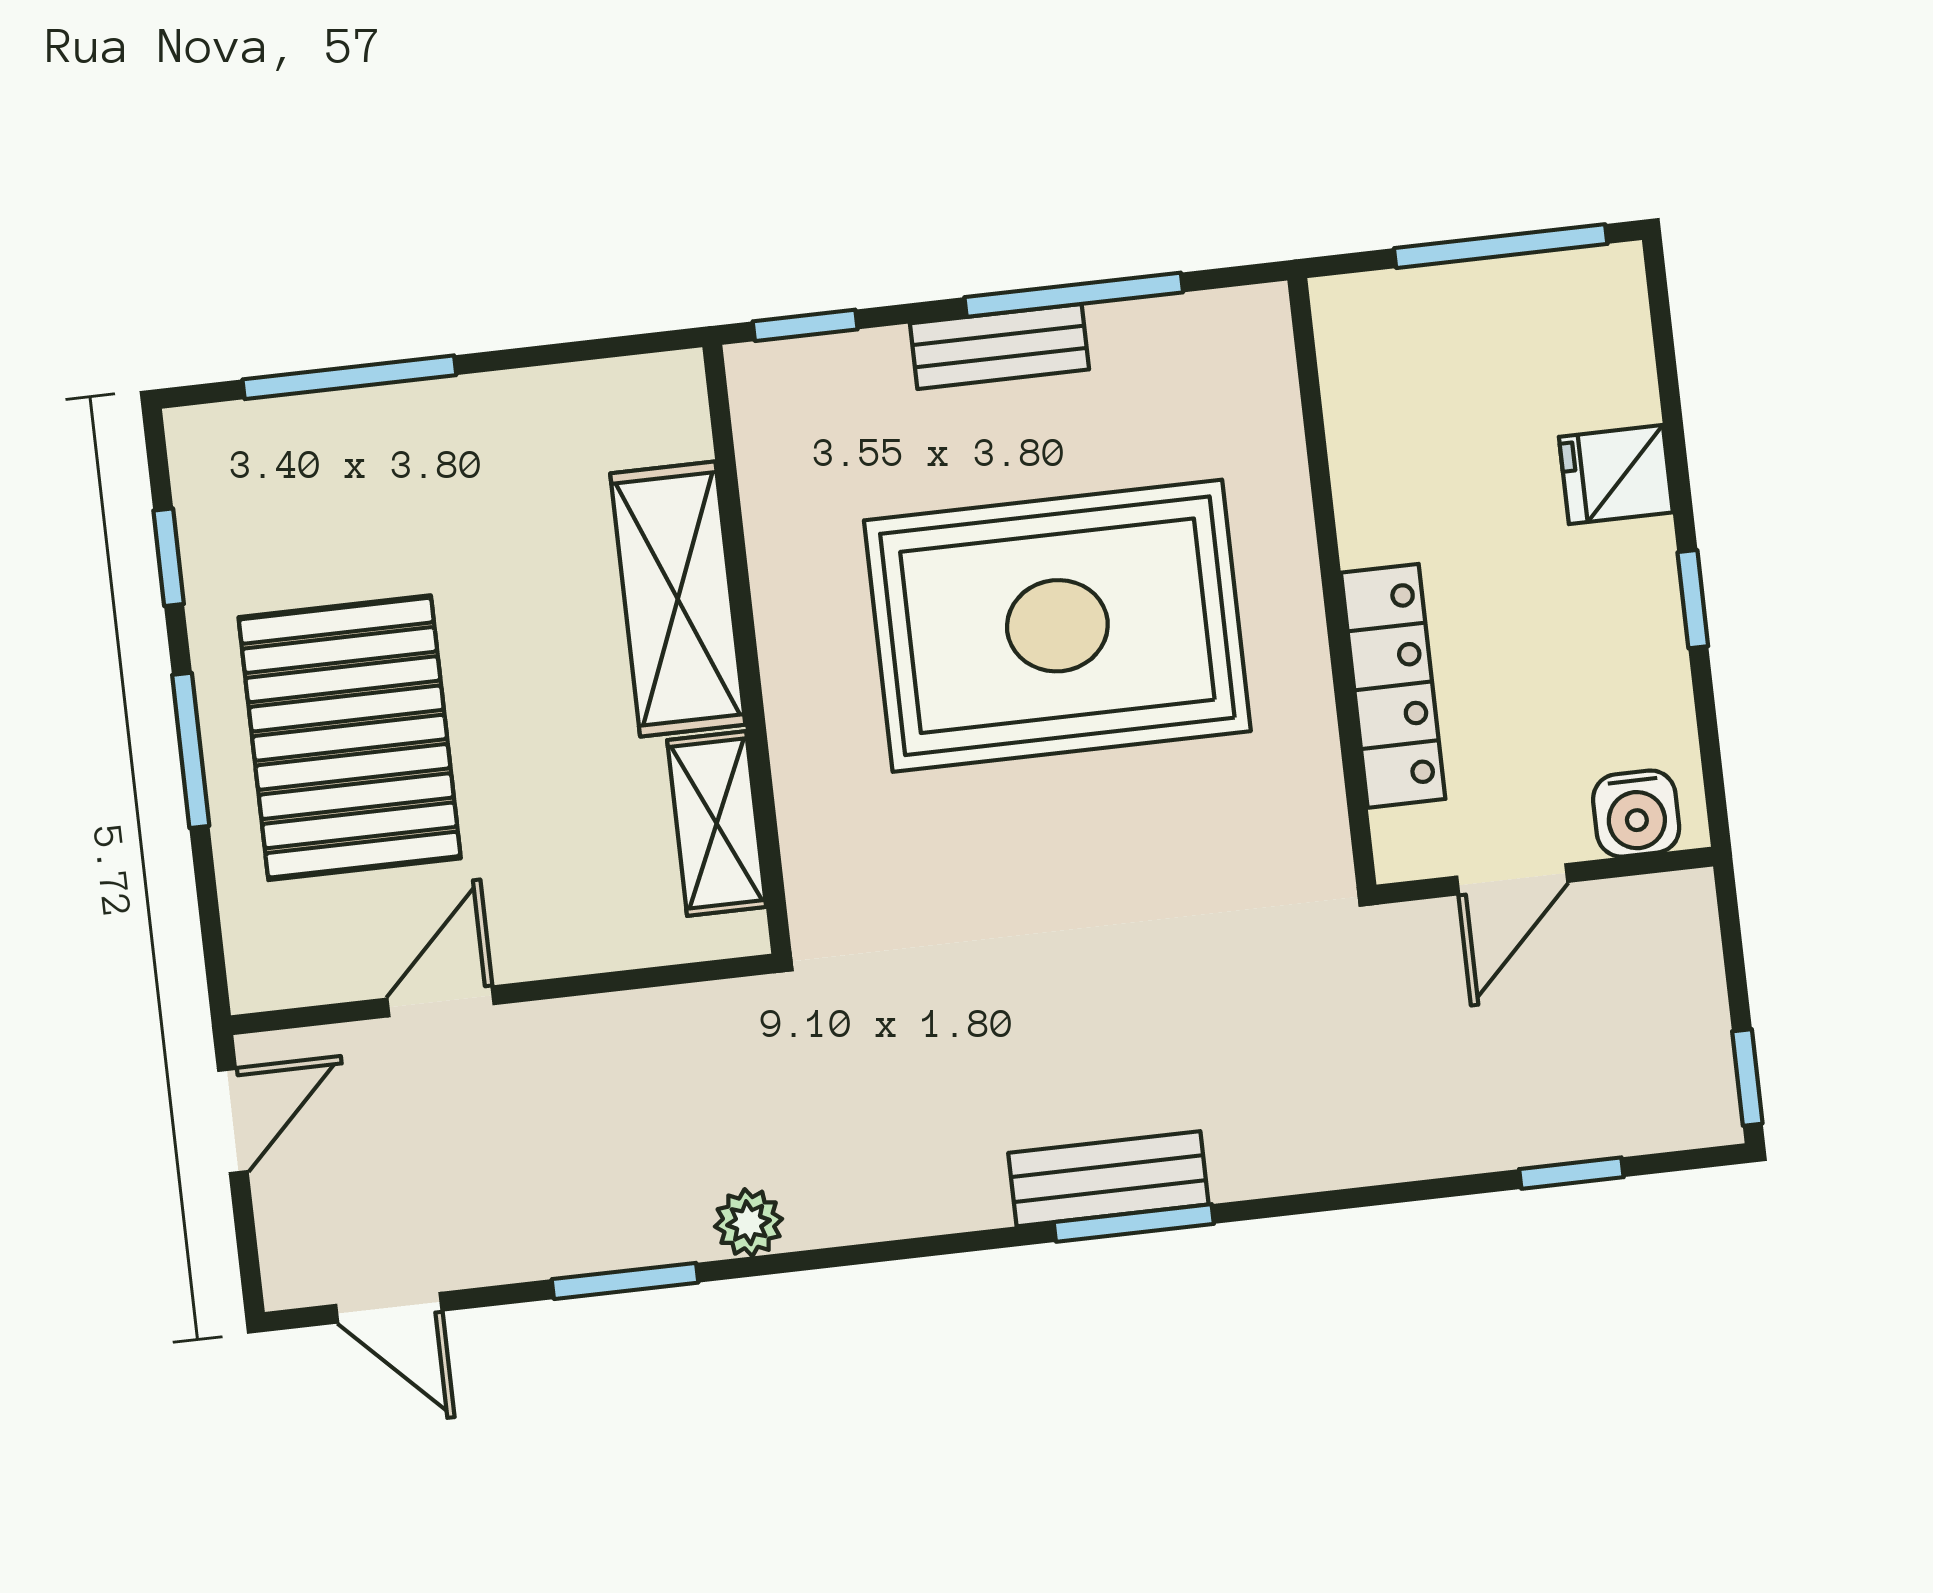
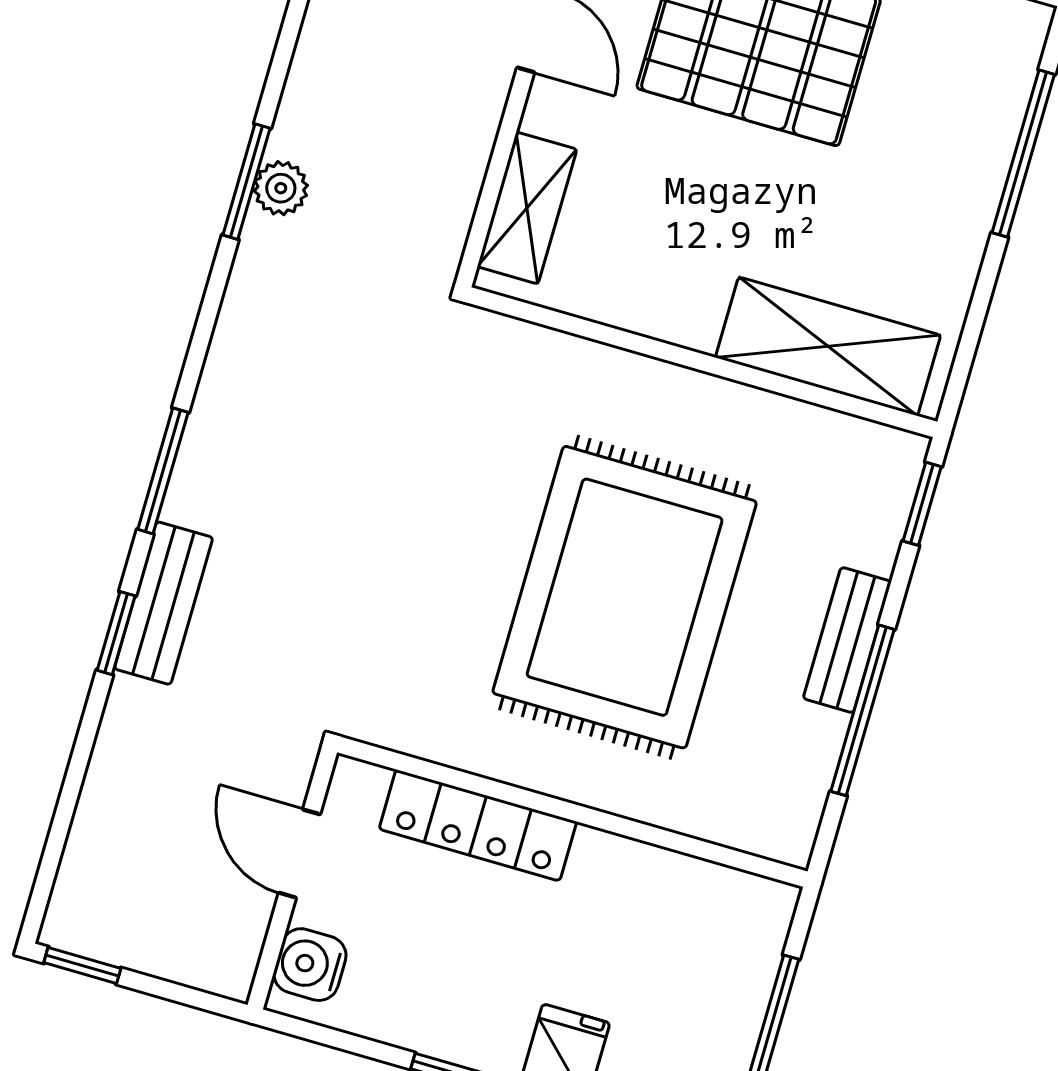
shelving: (678, 599) -> (828, 346), moved
shelving: (717, 824) -> (527, 208), moved, turned 90
window: (1571, 1173) -> (116, 633), moved
bench: (1108, 1179) -> (164, 603), moved
window: (625, 1281) -> (246, 182), moved

